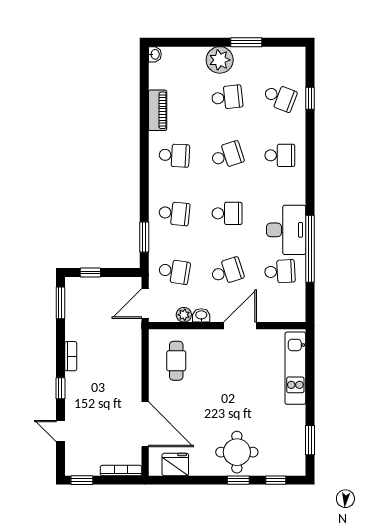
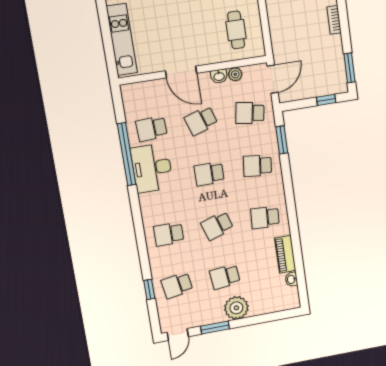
door: (288, 42) -> (178, 334), added
washbasin: (155, 54) -> (291, 279), moved
school desk: (280, 97) -> (177, 285), turned -30
door: (240, 326) -> (181, 72), hinge flipped

